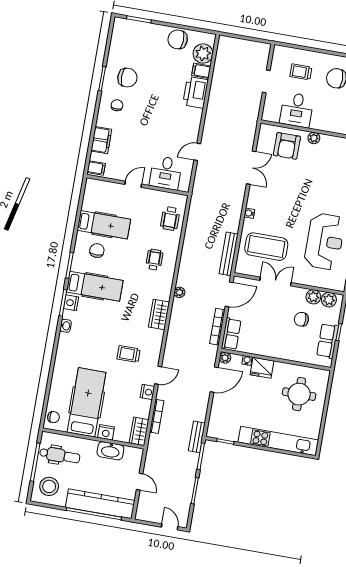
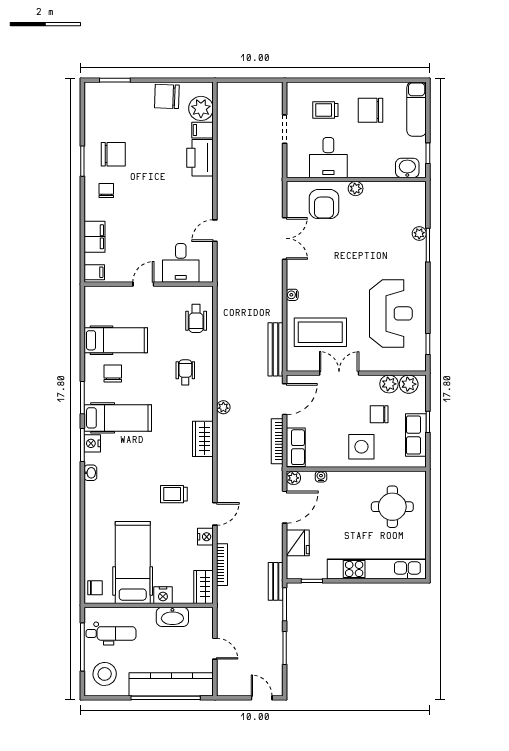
side table: (283, 343) -> (361, 447), added
fridge: (262, 368) -> (298, 543), moved, turned -90

